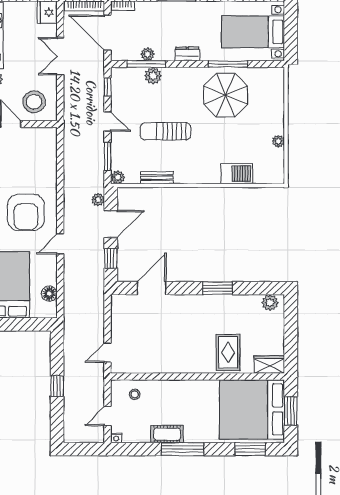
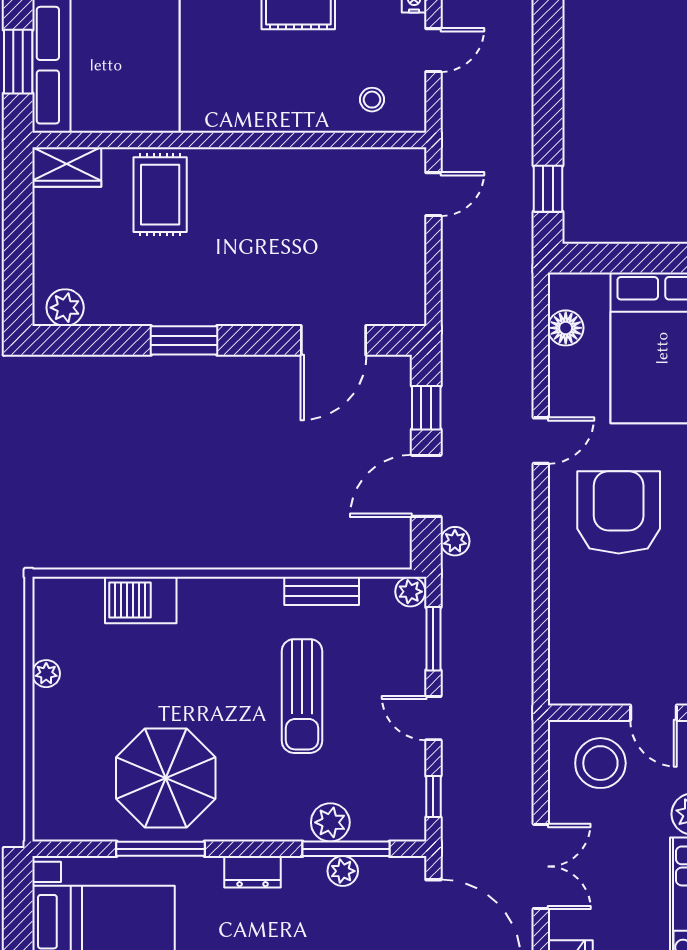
sun lounger: (166, 131) -> (302, 696), turned 90
window: (57, 386) -> (548, 189), moved

